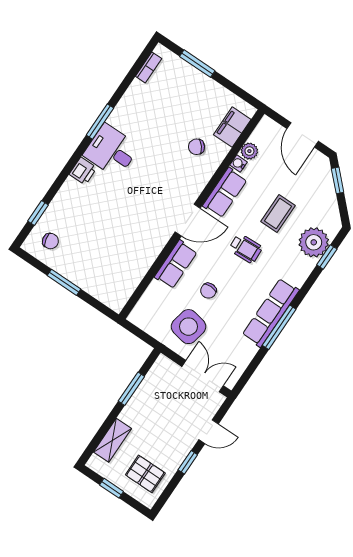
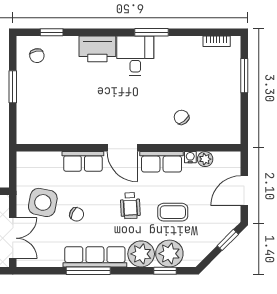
filing cabinet: (232, 127) -> (214, 134), removed
printer: (83, 171) -> (97, 49), width x1.87, depth x1.48
plant: (297, 268) -> (141, 254), added
chair: (208, 291) -> (77, 214), moved, turned -153

